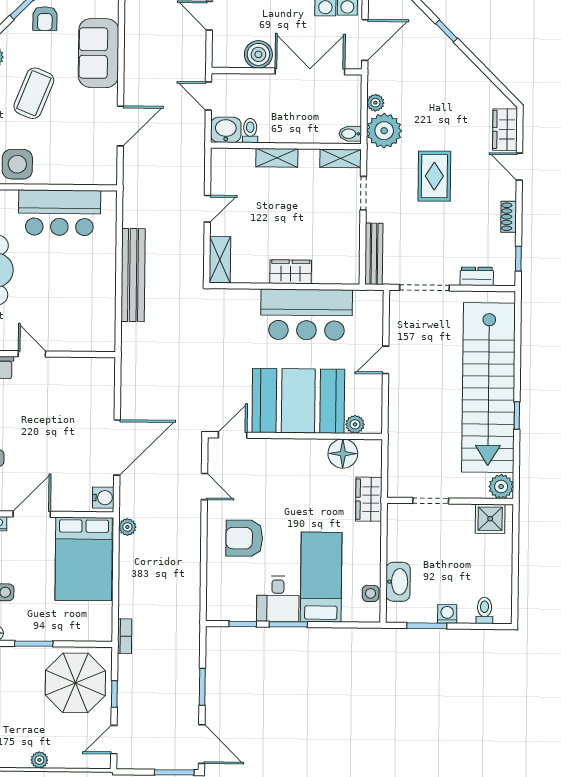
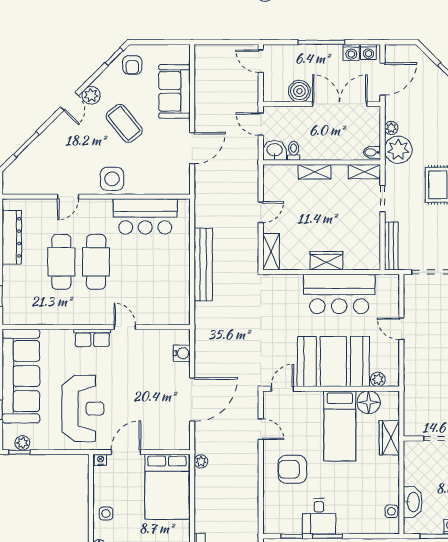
coffee table: (34, 93) -> (124, 123), turned -61
door: (386, 360) -> (401, 329), hinge flipped
water cooler: (103, 498) -> (182, 353), moved
bed: (321, 577) -> (340, 426), moved, turned 180

